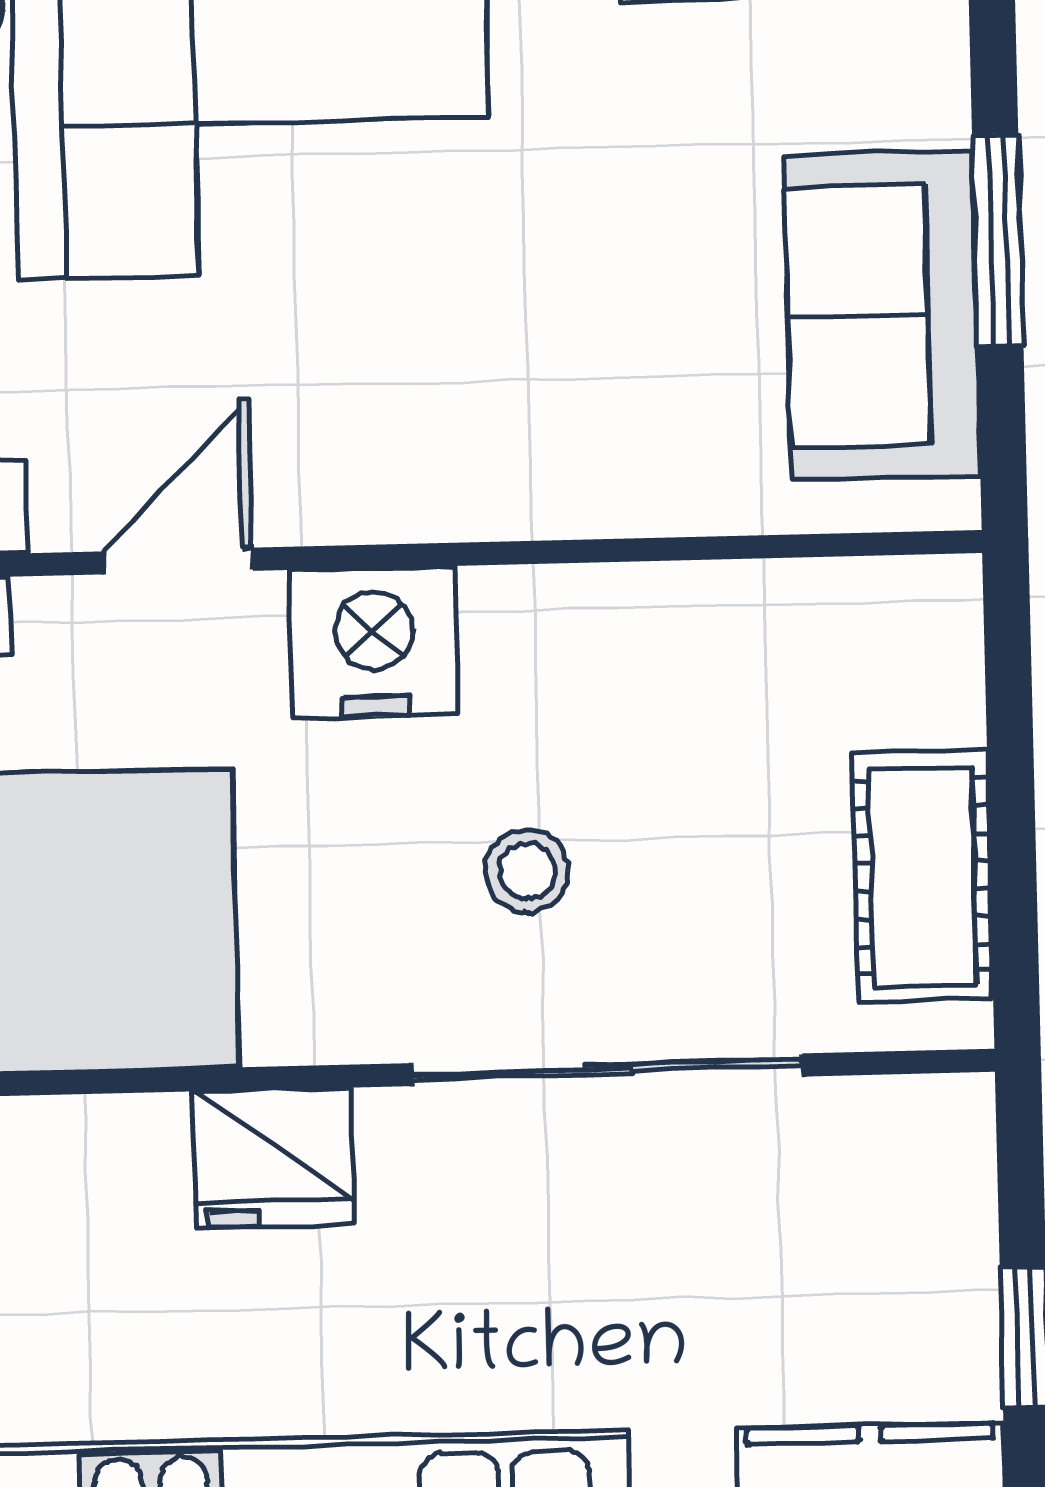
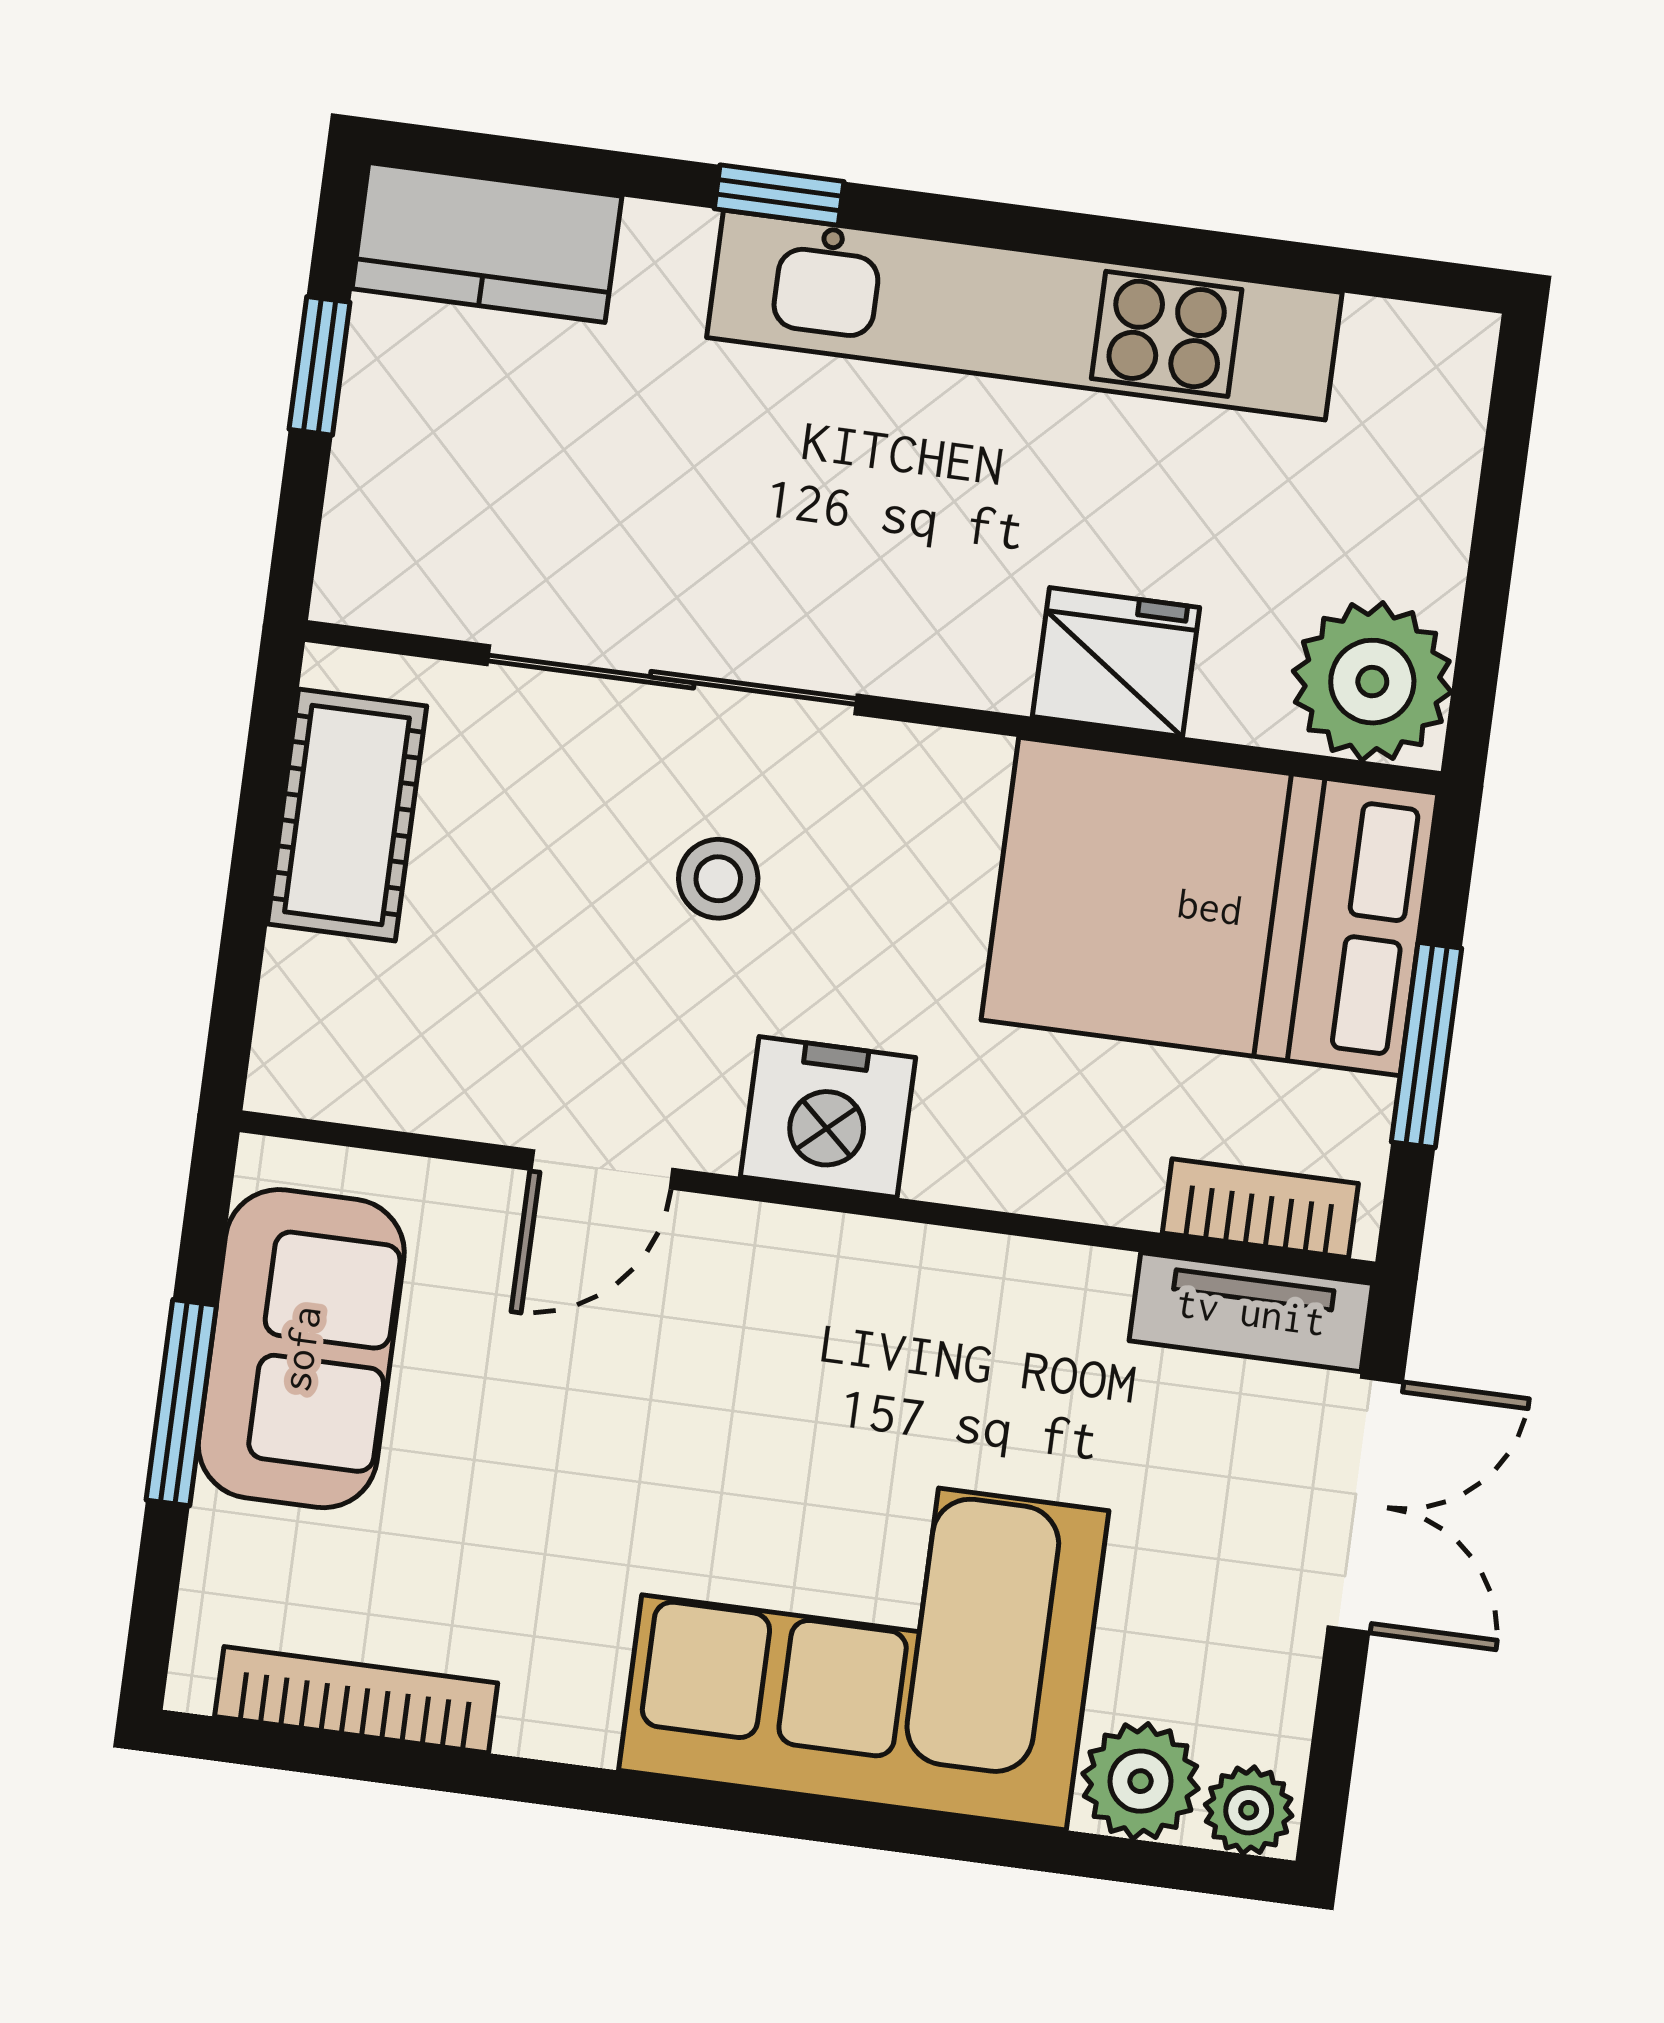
door: (178, 561) -> (602, 1169), moved
fridge: (273, 1158) -> (1116, 662), moved

